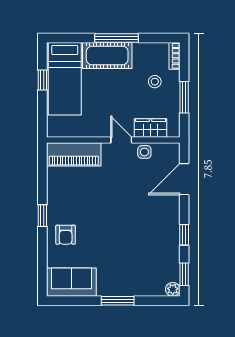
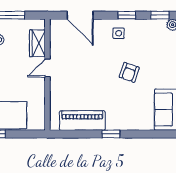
side table: (144, 152) -> (119, 33), moved
piano: (74, 154) -> (82, 121), moved, turned -90
armchair: (66, 235) -> (129, 72), moved, turned 109

